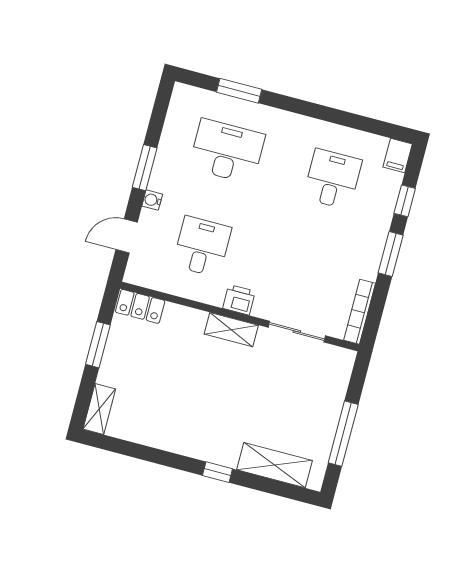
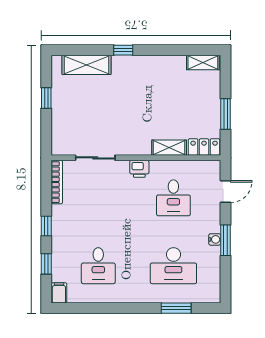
water cooler: (152, 200) -> (215, 239), moved
window: (391, 254) -> (46, 226), width x0.67
shelving: (231, 330) -> (169, 148), moved
shelving: (99, 409) -> (203, 62), moved, turned 90
window: (343, 434) -> (46, 98), width x0.46

